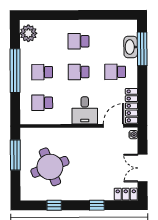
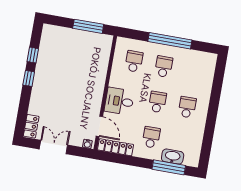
plant: (28, 33) -> (204, 60), removed
round table: (50, 167) -> (71, 58), removed
window: (97, 205) -> (29, 78), moved

